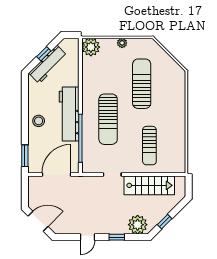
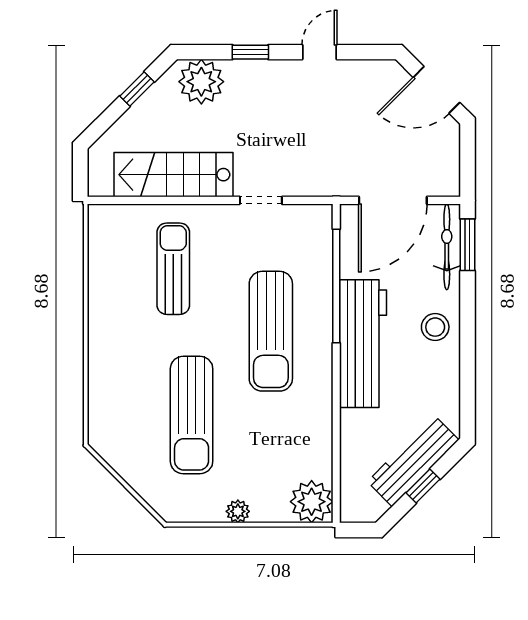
sun lounger: (108, 119) -> (271, 331), turned 180
bicycle: (34, 155) -> (447, 247), added

